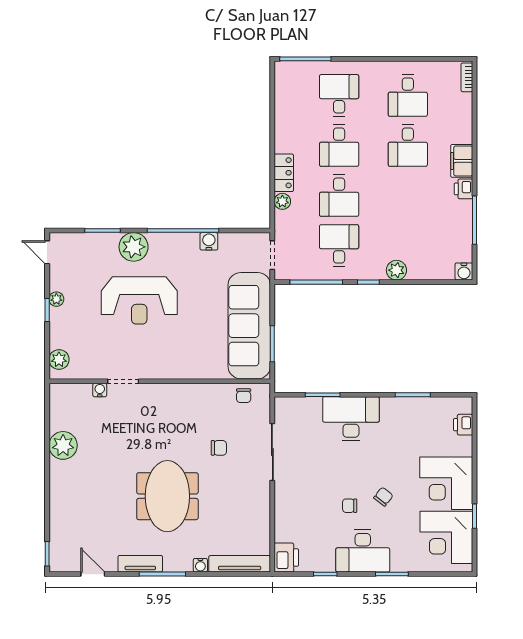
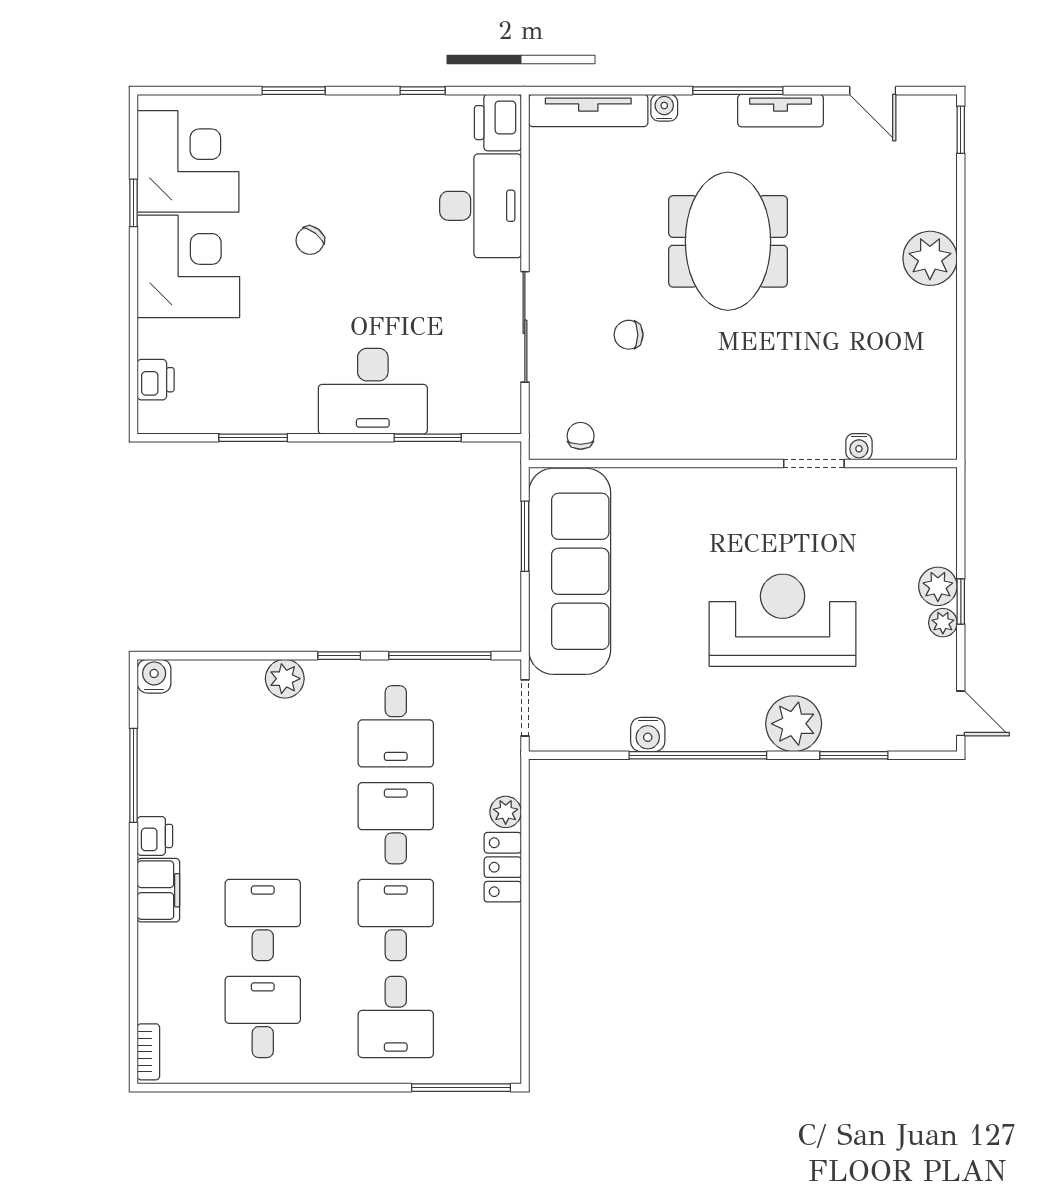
plant: (59, 359) -> (938, 586), moved
plant: (63, 445) -> (930, 258), moved
chair: (350, 506) -> (375, 223), removed
desk: (363, 551) -> (481, 206), moved, turned 90

